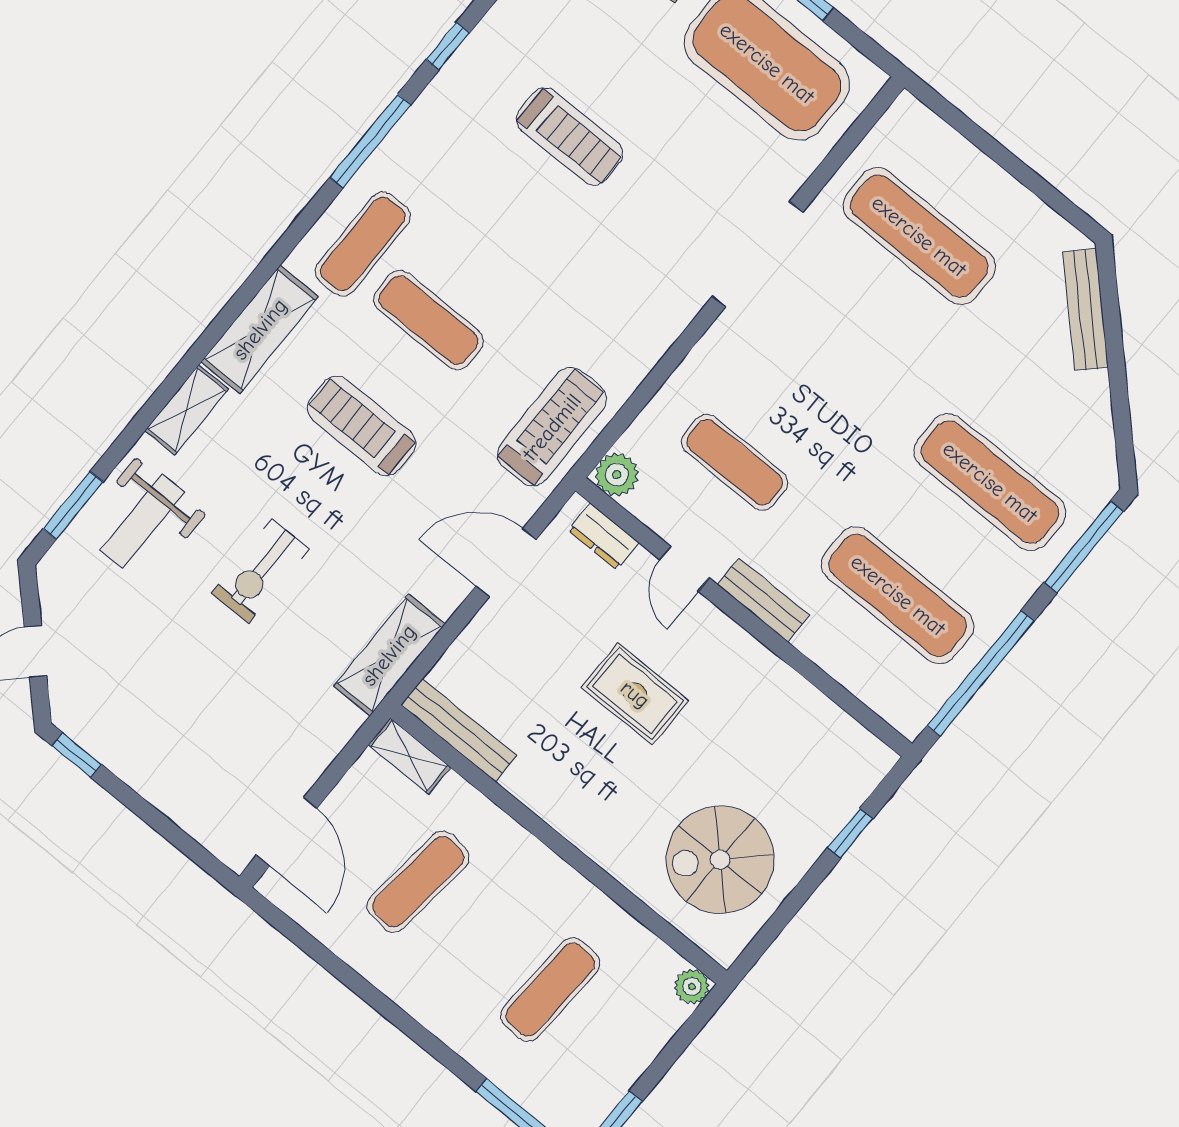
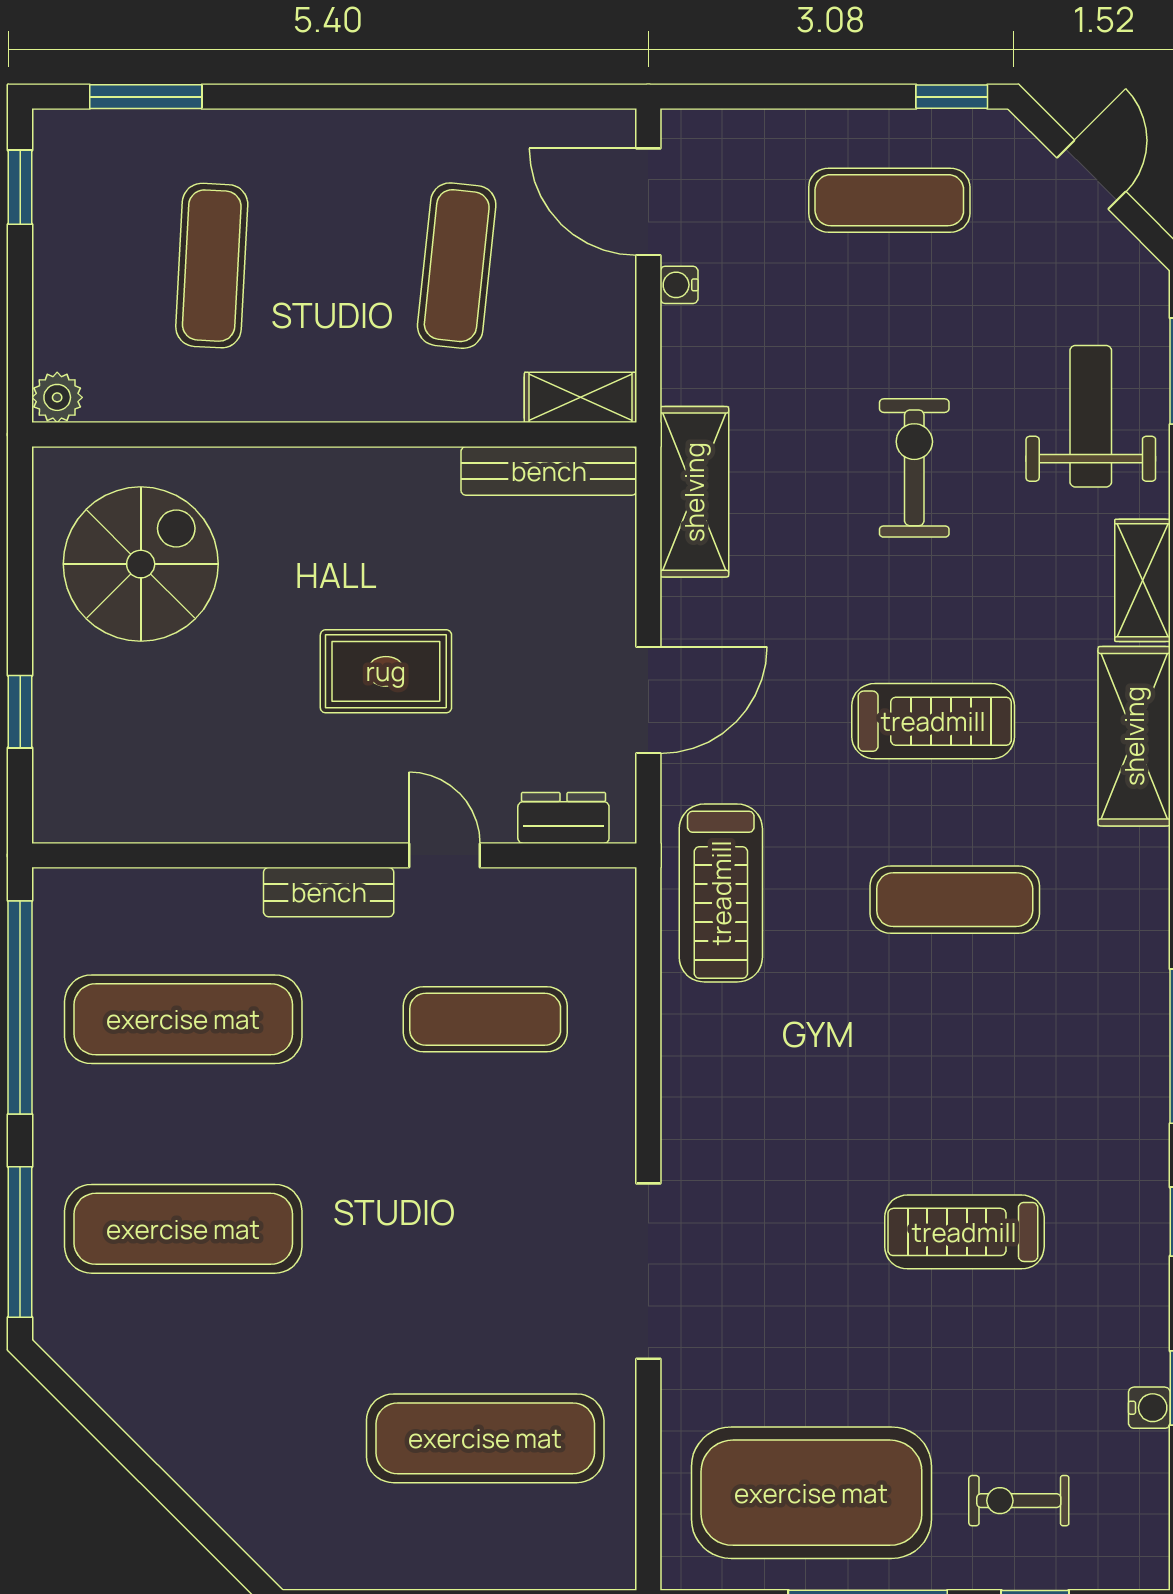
exercise mat: (363, 244) -> (889, 200), moved, turned 90
bench: (1085, 309) -> (234, 1508), removed
plant: (617, 475) -> (605, 899), removed
water cooler: (307, 773) -> (679, 285), added

